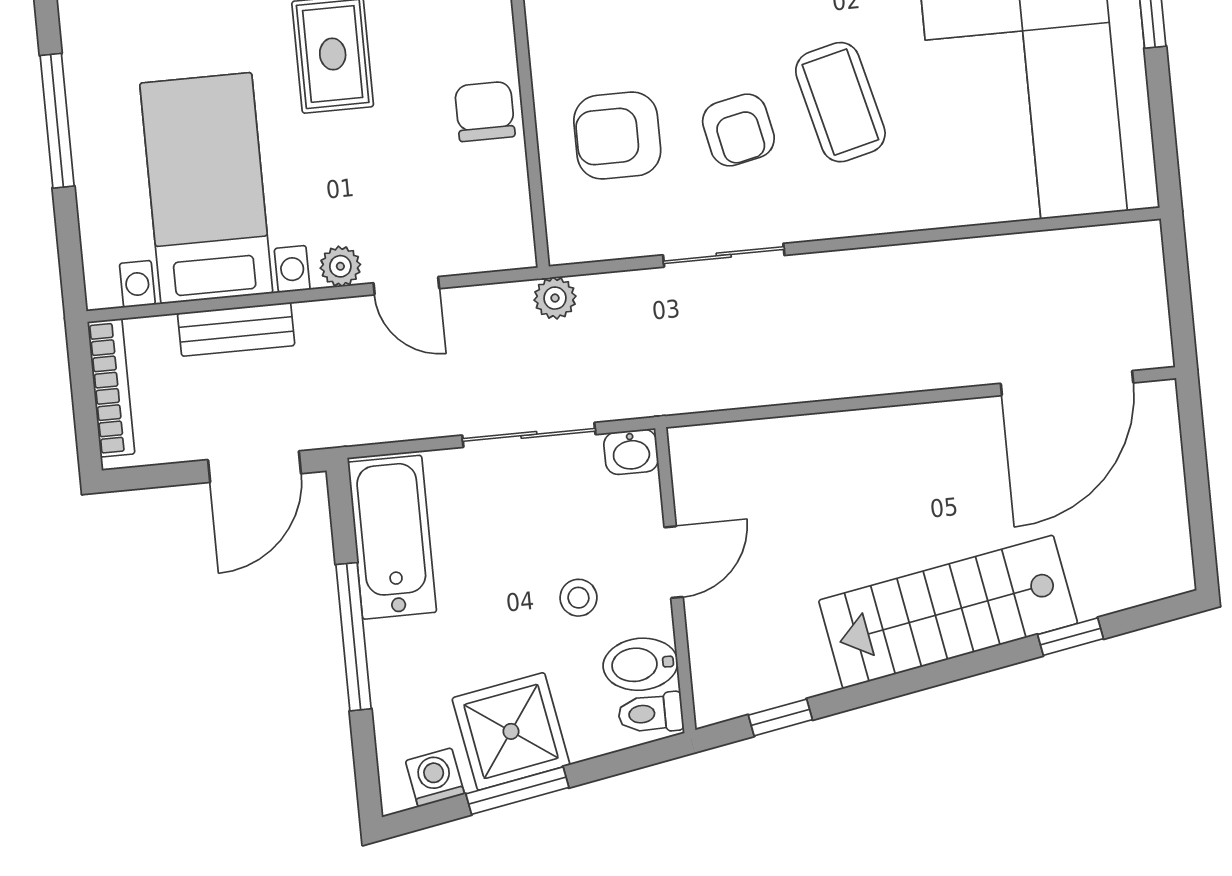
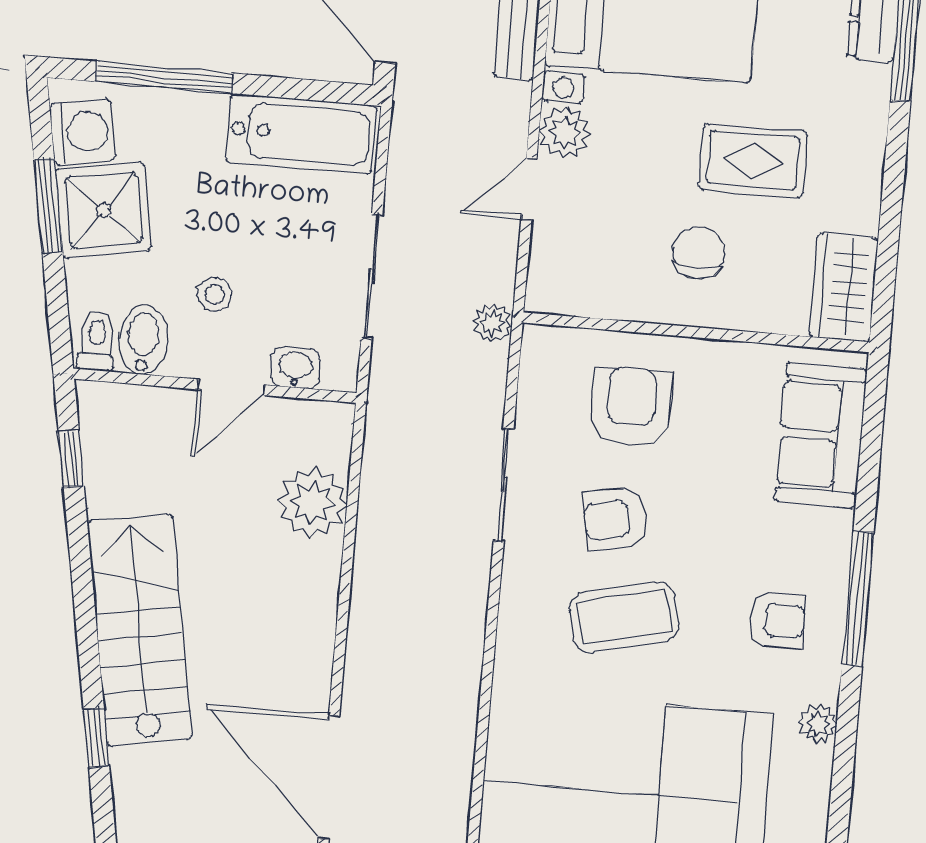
chair: (485, 111) -> (698, 252), moved, turned -90
plant: (340, 266) -> (565, 133), width x1.38, depth x1.38
washbasin: (631, 452) -> (295, 368), moved, turned 90
plant: (780, 454) -> (312, 502), added
door: (674, 562) -> (231, 387), hinge flipped
window: (354, 637) -> (165, 77), moved
washing machine: (435, 777) -> (83, 132), width x1.38, depth x1.38

